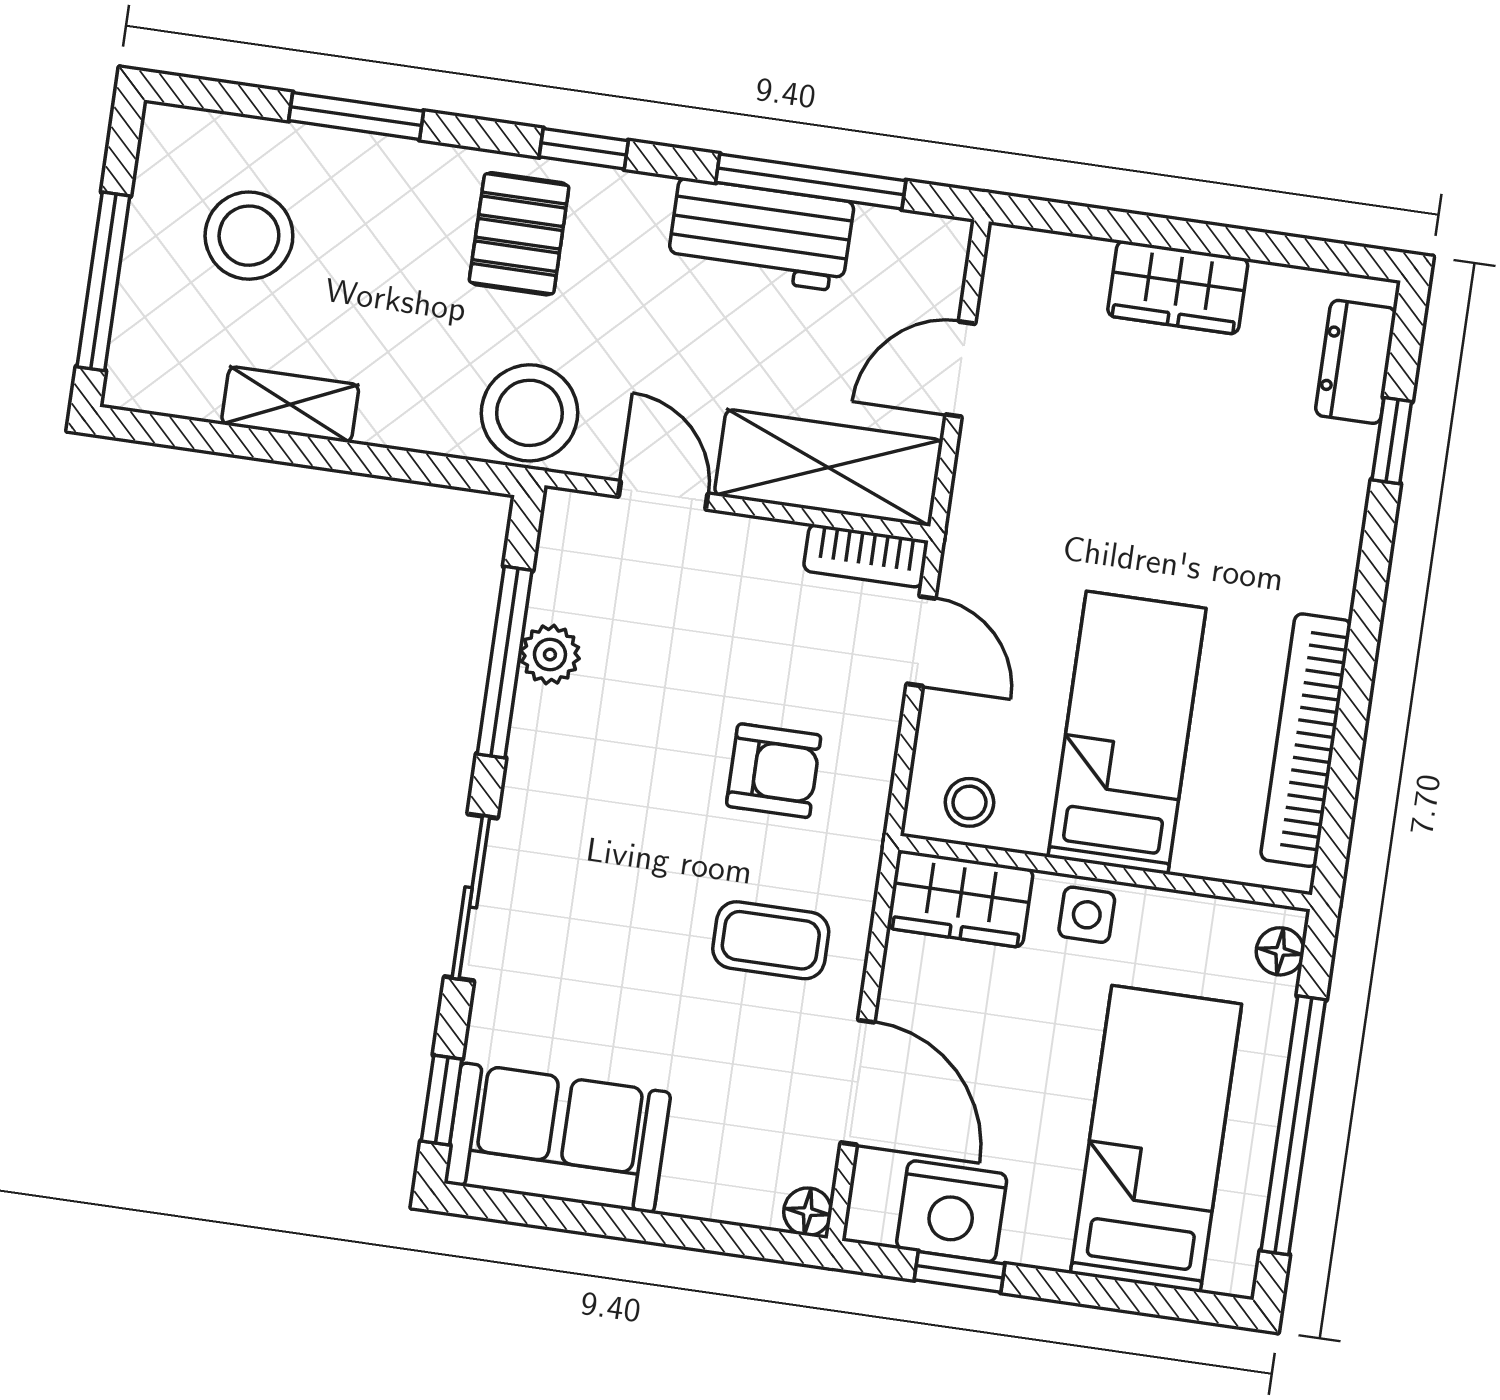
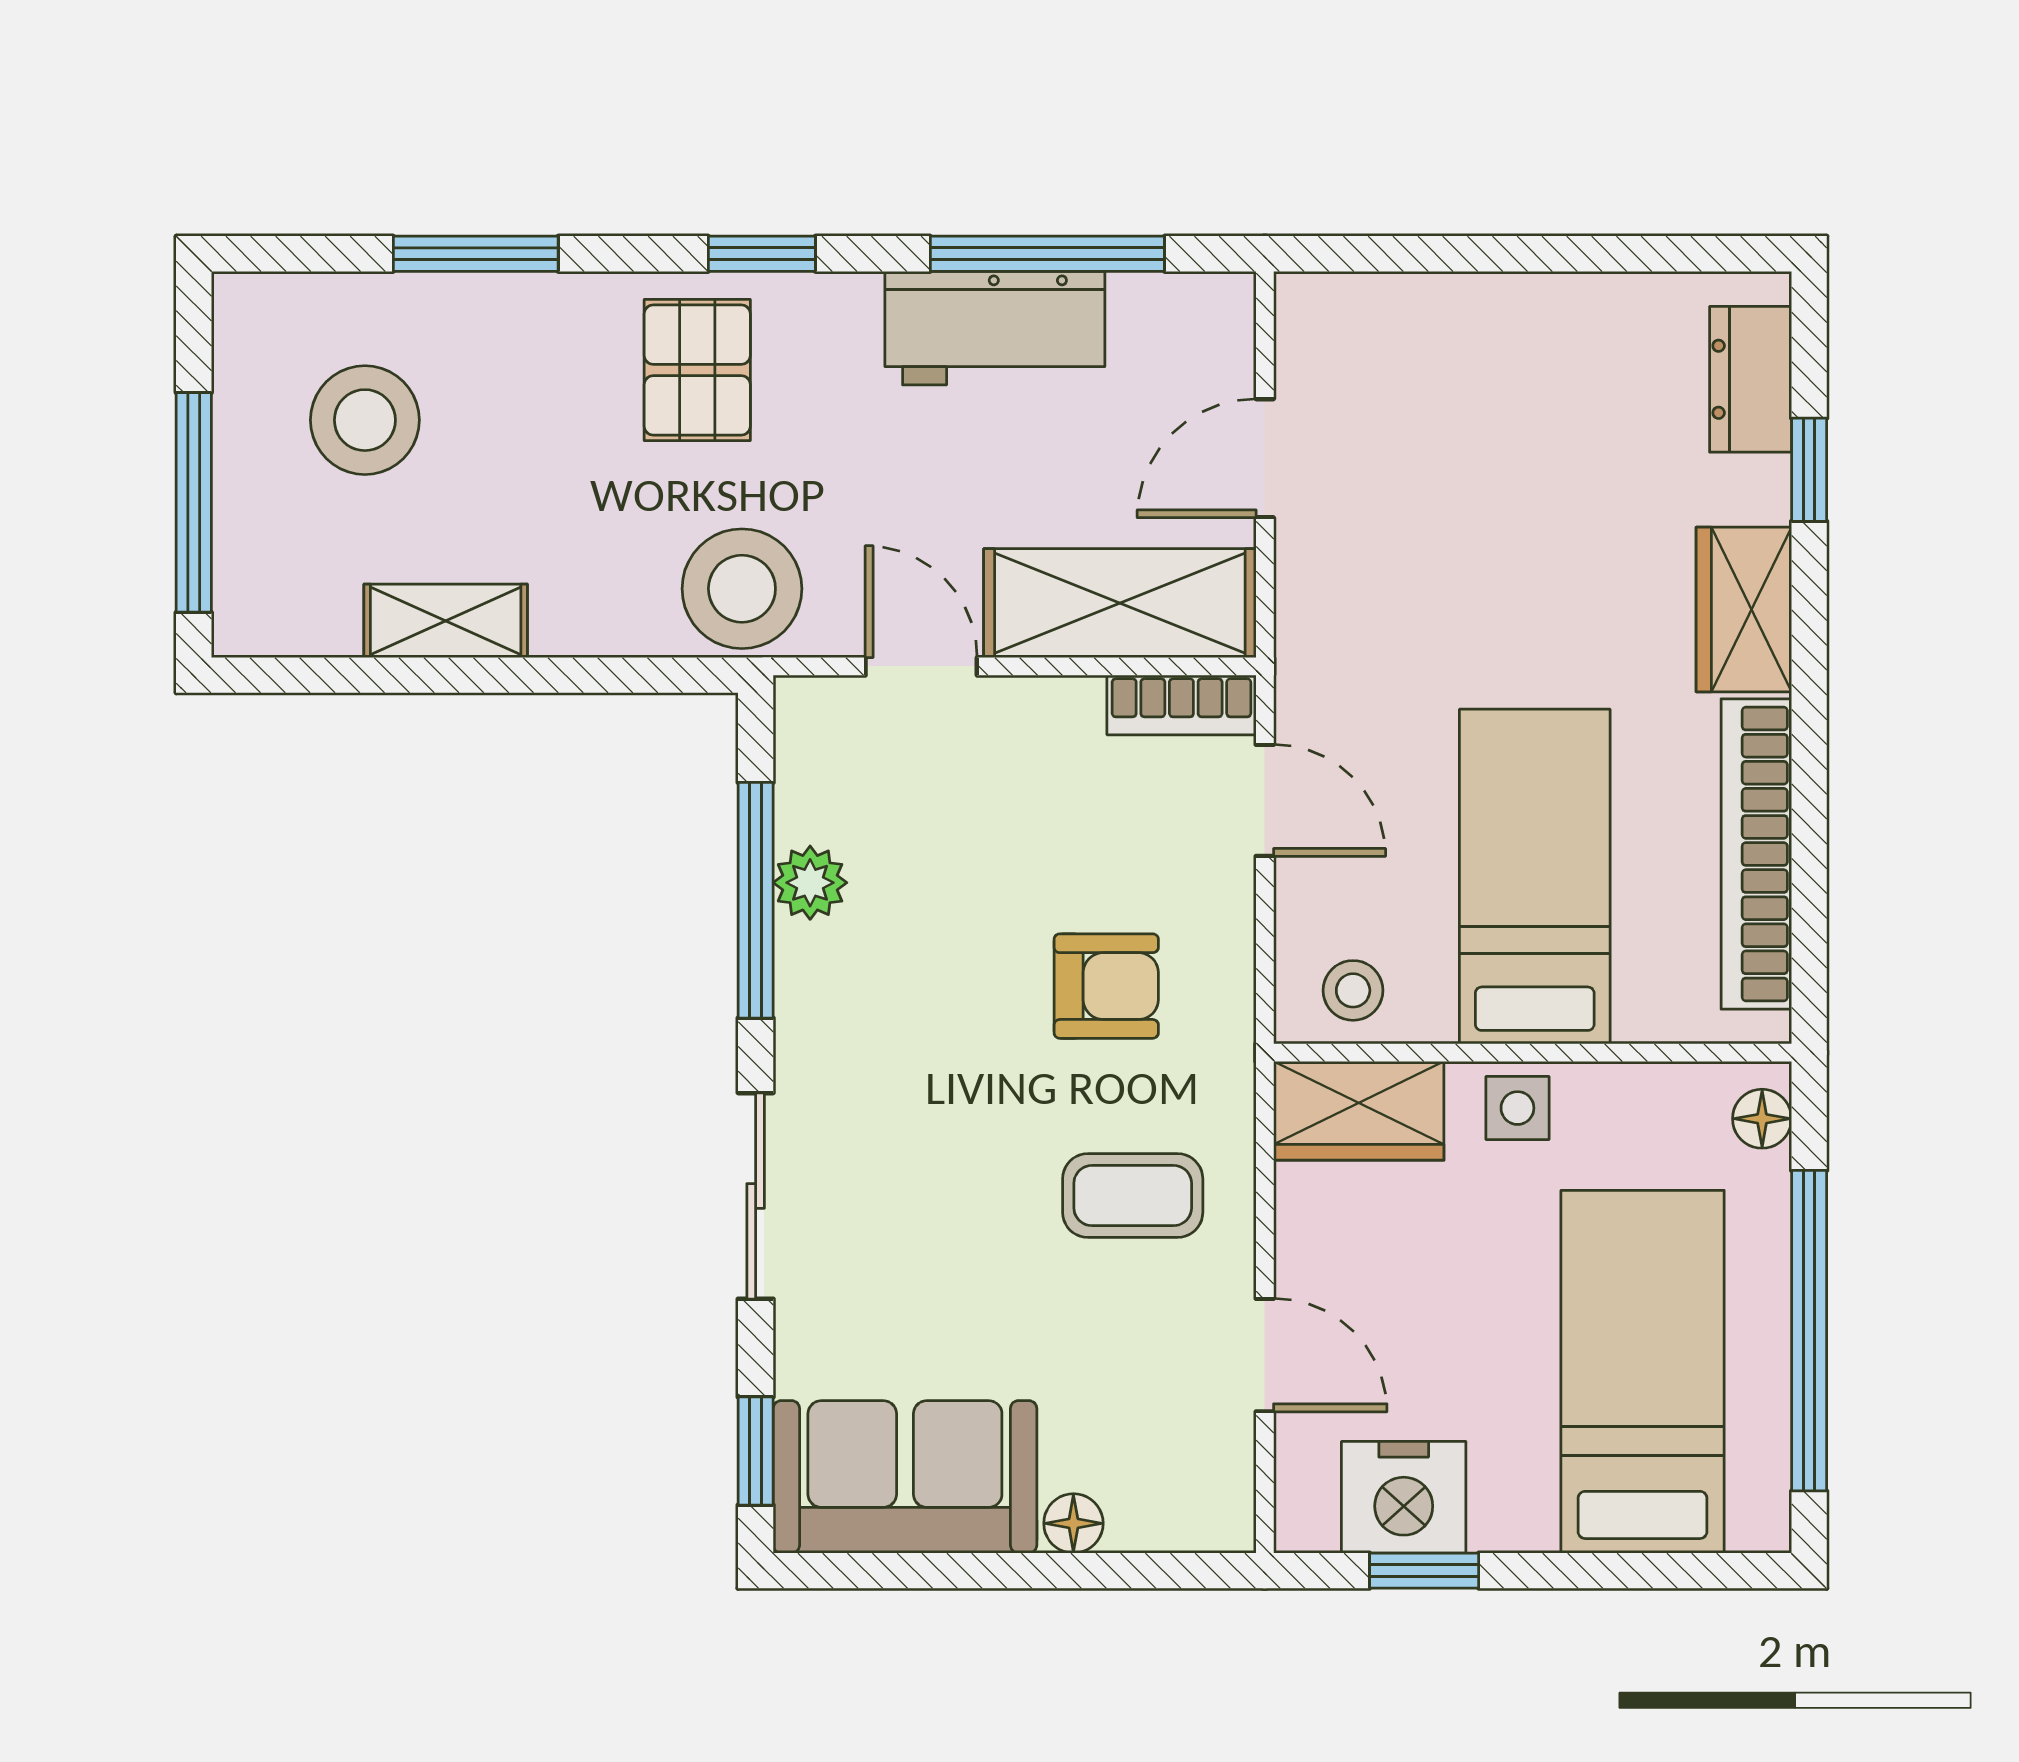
wardrobe: (1178, 287) -> (1744, 610), moved, turned 90
door: (858, 1082) -> (1265, 1355), width x0.73
floor lamp: (808, 1212) -> (1073, 1523), moved

